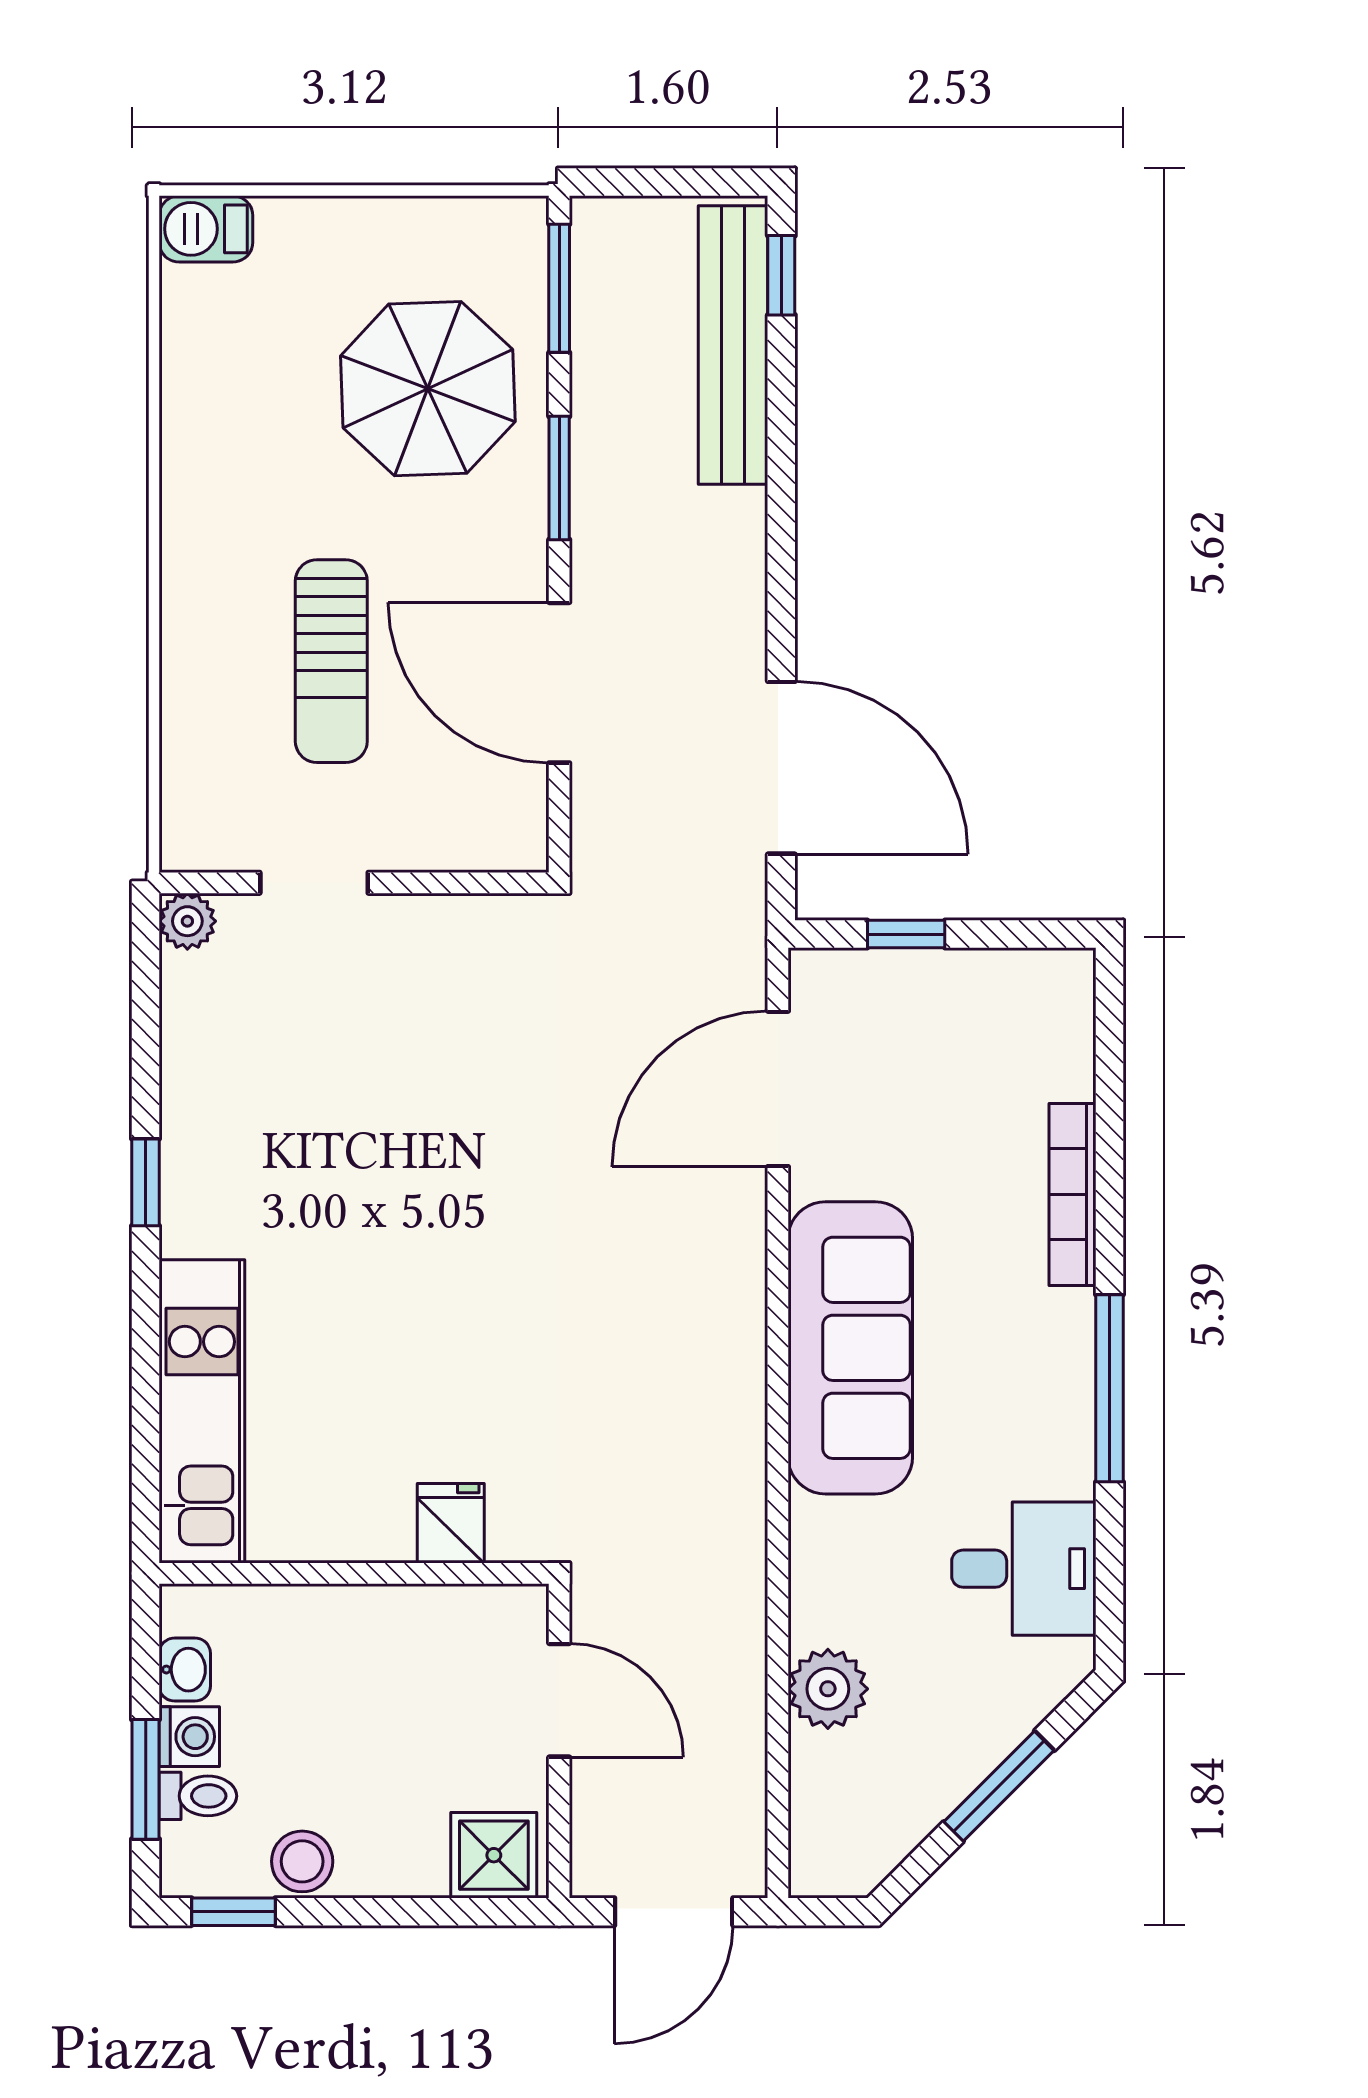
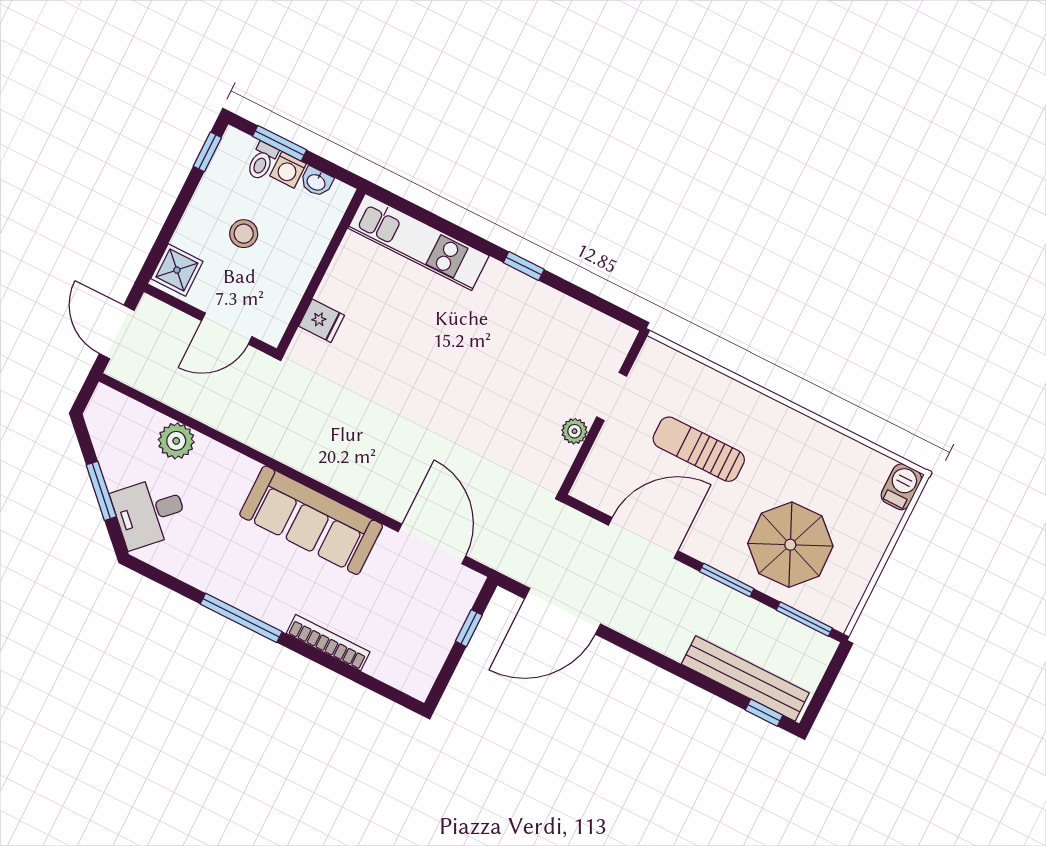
plant: (187, 921) -> (574, 431), moved
desk: (1024, 1569) -> (150, 512), moved, turned 45
stool: (302, 1861) -> (244, 234), moved

